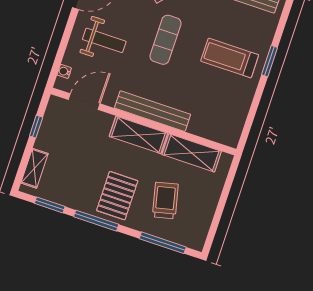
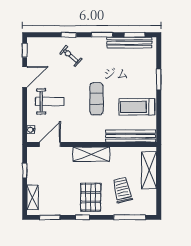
exercise mat: (165, 40) -> (97, 99), moved
treadmill: (230, 58) -> (137, 107), moved
bench: (153, 111) -> (131, 136), moved
shelving: (192, 153) -> (149, 170), moved, turned 90
window: (96, 221) -> (83, 217), width x0.46

